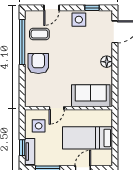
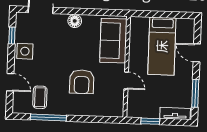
window: (22, 42) -> (48, 117), width x0.68
armchair: (38, 64) -> (82, 82), moved, turned -90
side table: (39, 126) -> (146, 102), removed
window: (22, 148) -> (150, 121), moved

